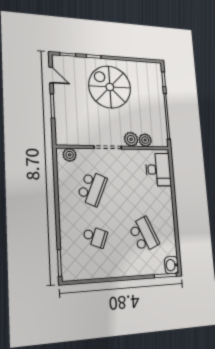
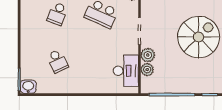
desk: (158, 170) -> (126, 71), moved, turned -90
school desk: (144, 235) -> (58, 61), width x0.54

